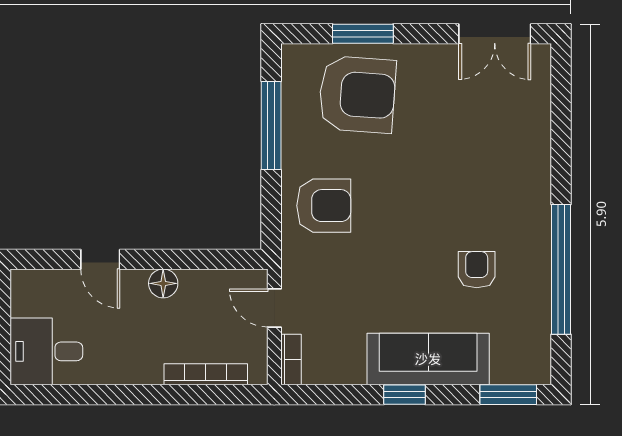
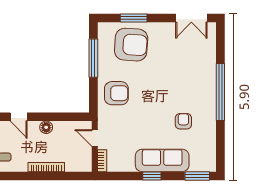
window: (561, 269) -> (220, 92), moved
bookcase: (206, 374) -> (46, 167), moved

